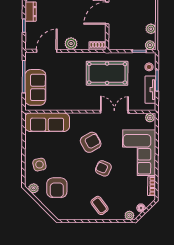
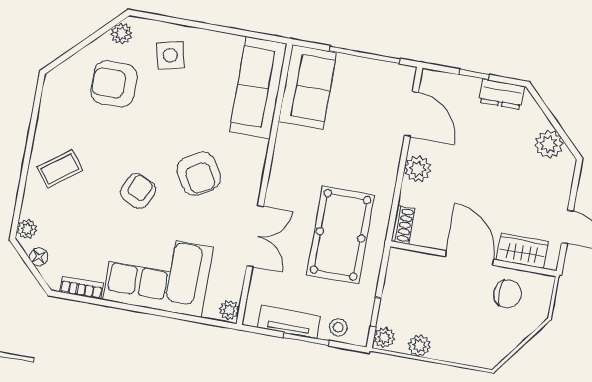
sofa: (35, 87) -> (308, 87), moved, turned -90

